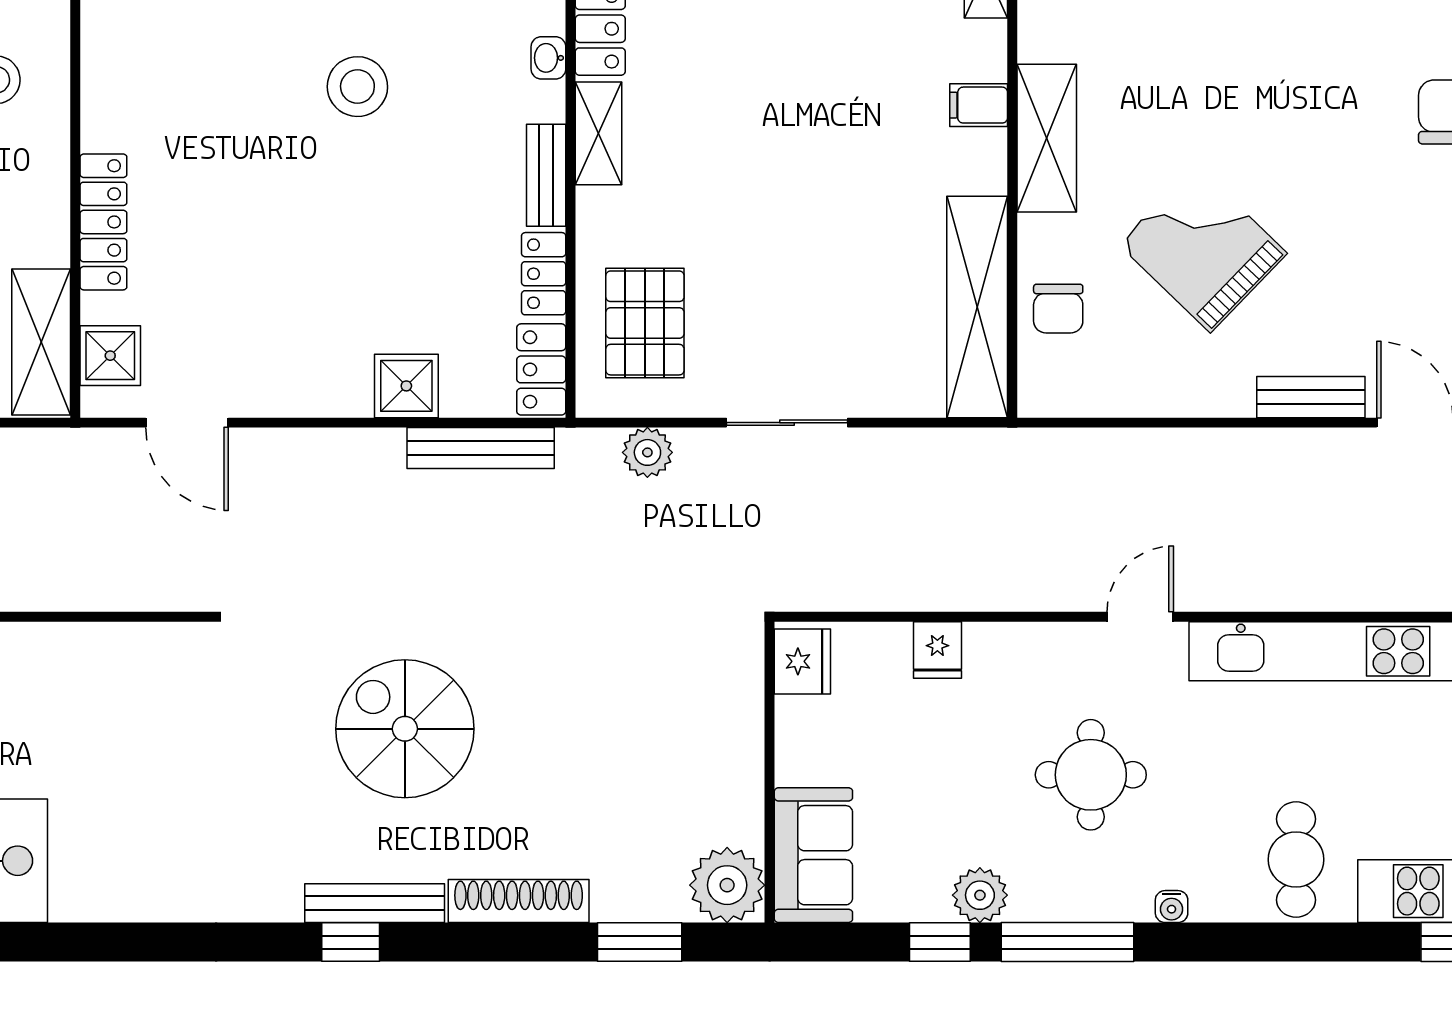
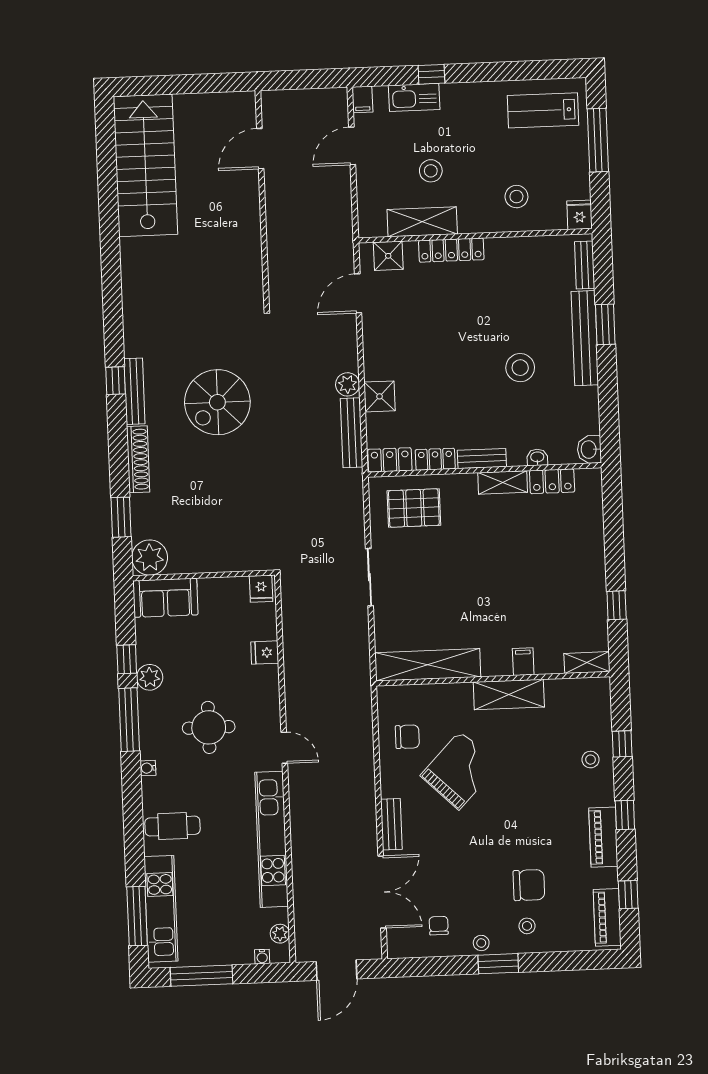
chair: (1058, 309) -> (407, 737), moved, turned 180
shelving: (41, 342) -> (422, 222), moved
plant: (647, 452) -> (348, 384), moved
fridge: (802, 661) -> (261, 589), width x0.72
spiral stairs: (405, 729) -> (217, 402), turned 180

